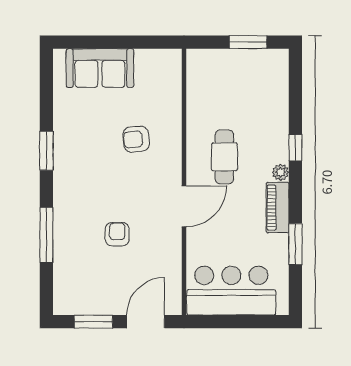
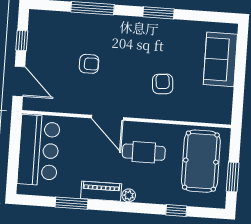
pool table: (231, 84) -> (201, 161), added
window: (295, 148) -> (176, 210), moved
window: (93, 322) -> (22, 40), width x0.67

